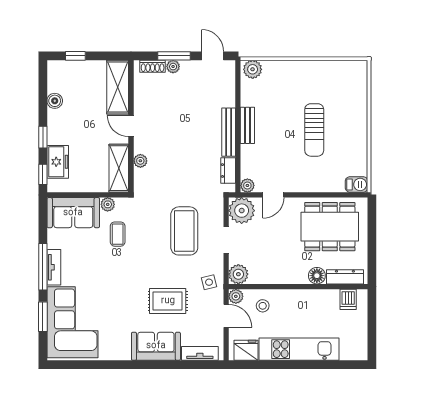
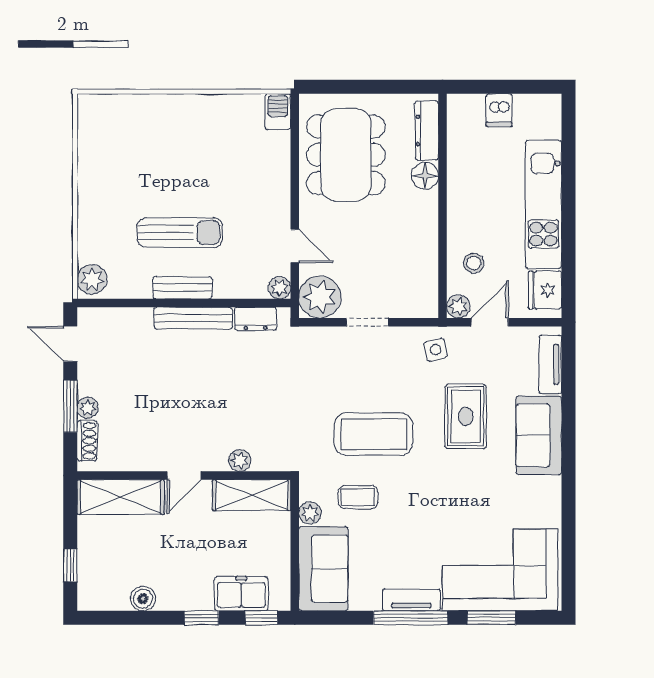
door: (213, 56) -> (70, 344), hinge flipped
sun lounger: (314, 130) -> (180, 233), moved
coffee table: (184, 231) -> (373, 434), moved
plant: (238, 274) -> (423, 302), removed
dishwasher: (348, 299) -> (499, 110), moved, turned 90

